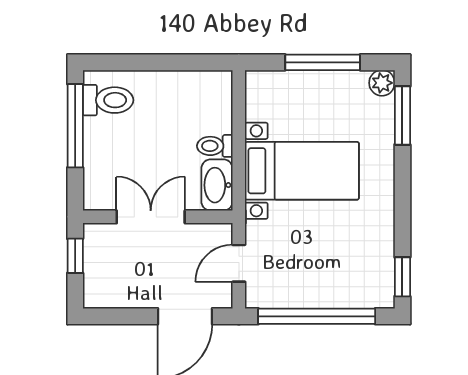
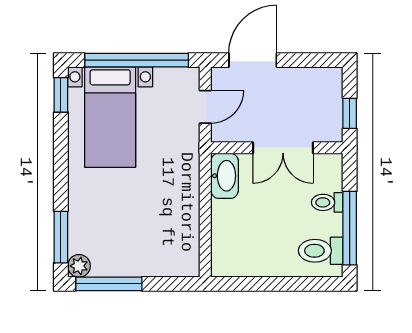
window: (323, 62) -> (109, 284), moved
toilet: (215, 146) -> (327, 202), moved, turned 180
bed with nightstands: (302, 171) -> (110, 117), moved, turned -90

